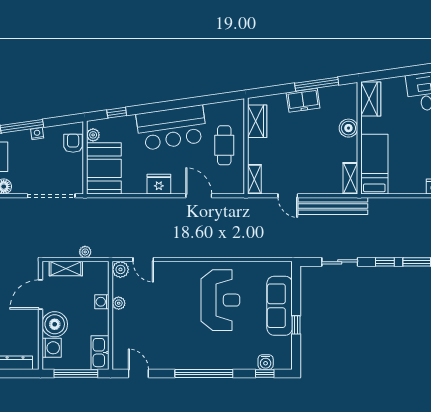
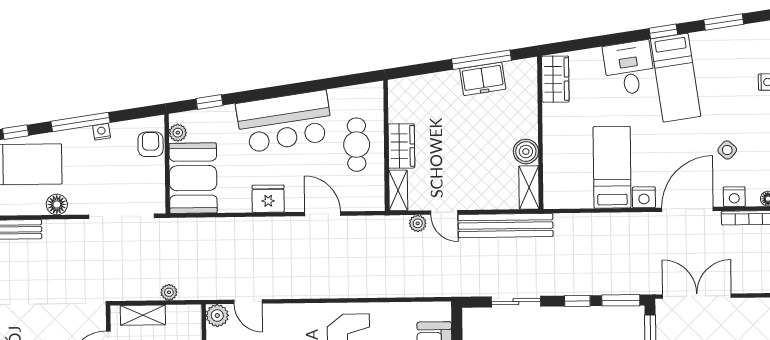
freezer: (303, 100) -> (483, 79), moved
wardrobe: (257, 121) -> (401, 146), moved
boiler: (348, 128) -> (526, 151), moved
bed: (374, 164) -> (612, 167), moved
plant: (268, 204) -> (418, 223), added

